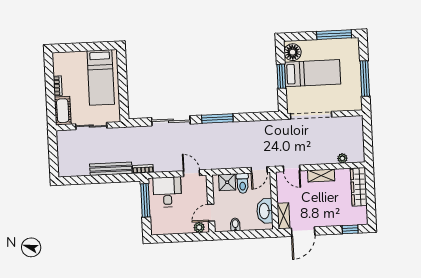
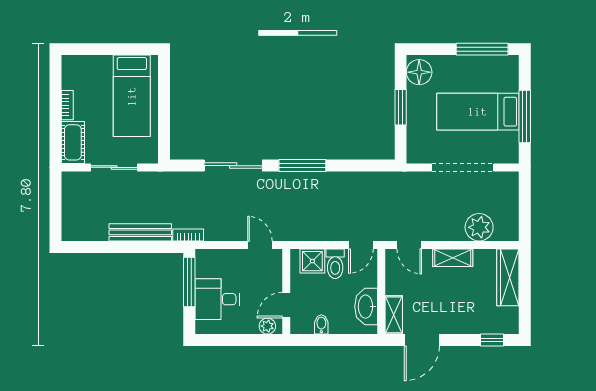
bed: (313, 73) -> (478, 112), moved, turned 180
doorway: (311, 115) -> (463, 167), moved
plant: (342, 158) -> (479, 227), width x1.88, depth x1.88
desk: (167, 192) -> (217, 299), moved, turned -90

